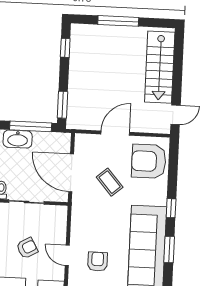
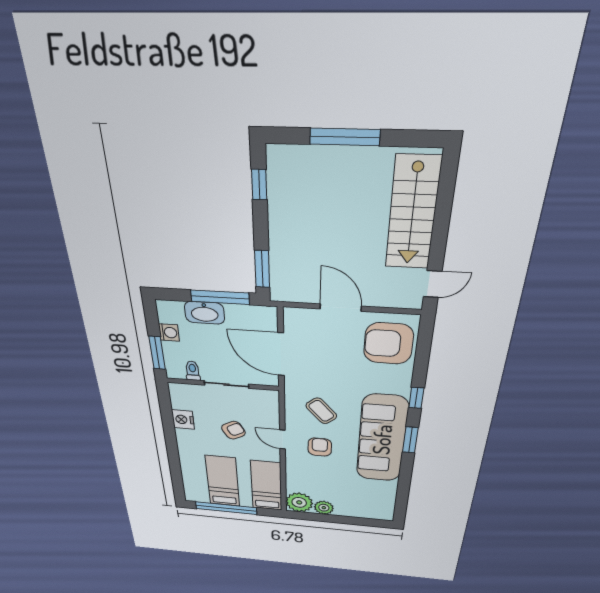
door: (115, 133) -> (341, 308), hinge flipped
coffee table: (110, 182) -> (321, 411), moved

